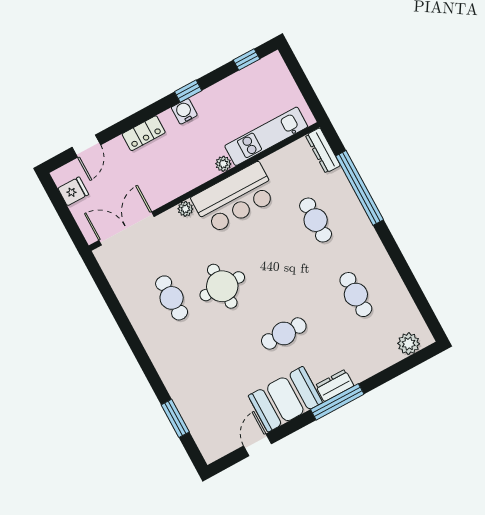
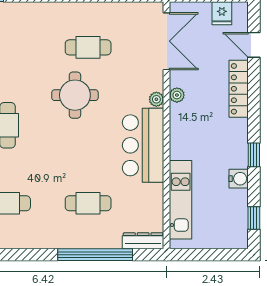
water cooler: (184, 111) -> (239, 179), moved
locker: (144, 133) -> (239, 89), width x1.53
plant: (223, 164) -> (177, 95), moved

